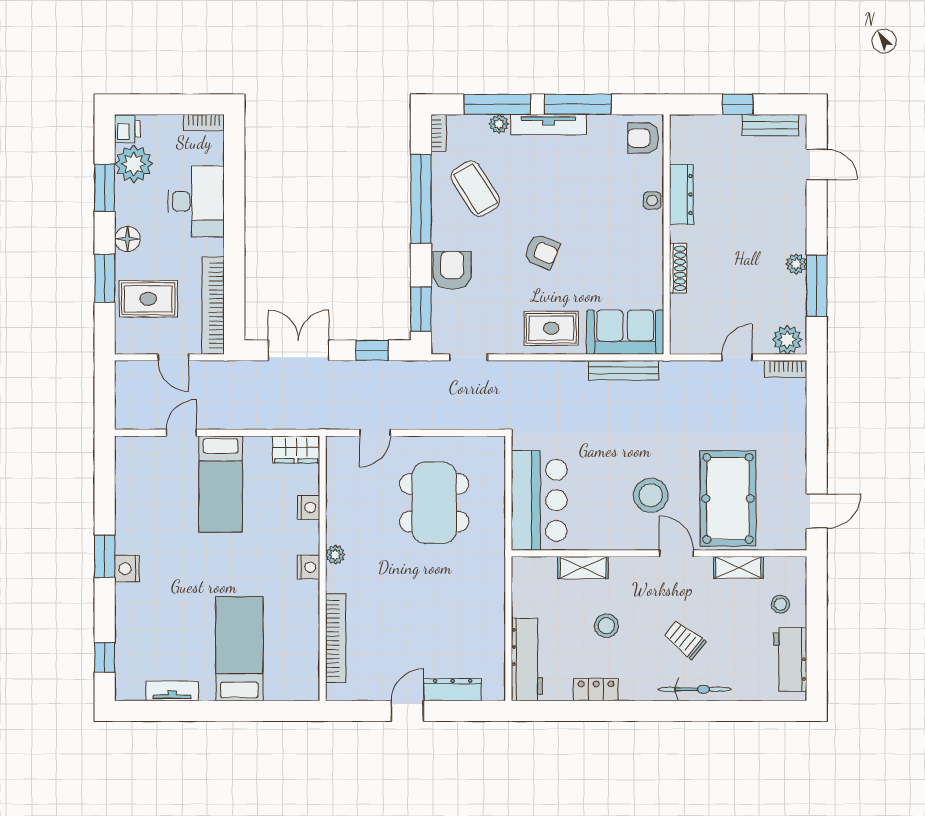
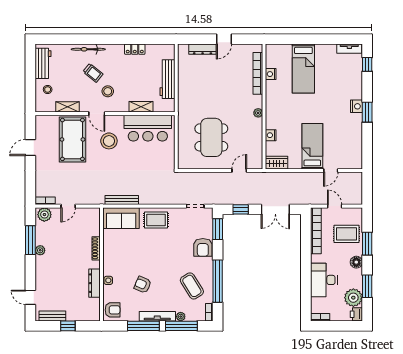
armchair: (542, 251) -> (143, 285), moved
bar counter: (539, 500) -> (148, 128), moved, turned -90
door: (817, 511) -> (30, 147), moved
nightstand: (308, 567) -> (271, 74), moved
stool: (606, 626) -> (108, 91), moved
workbench: (527, 659) -> (167, 79), moved
tv unit: (172, 691) -> (349, 49), moved

